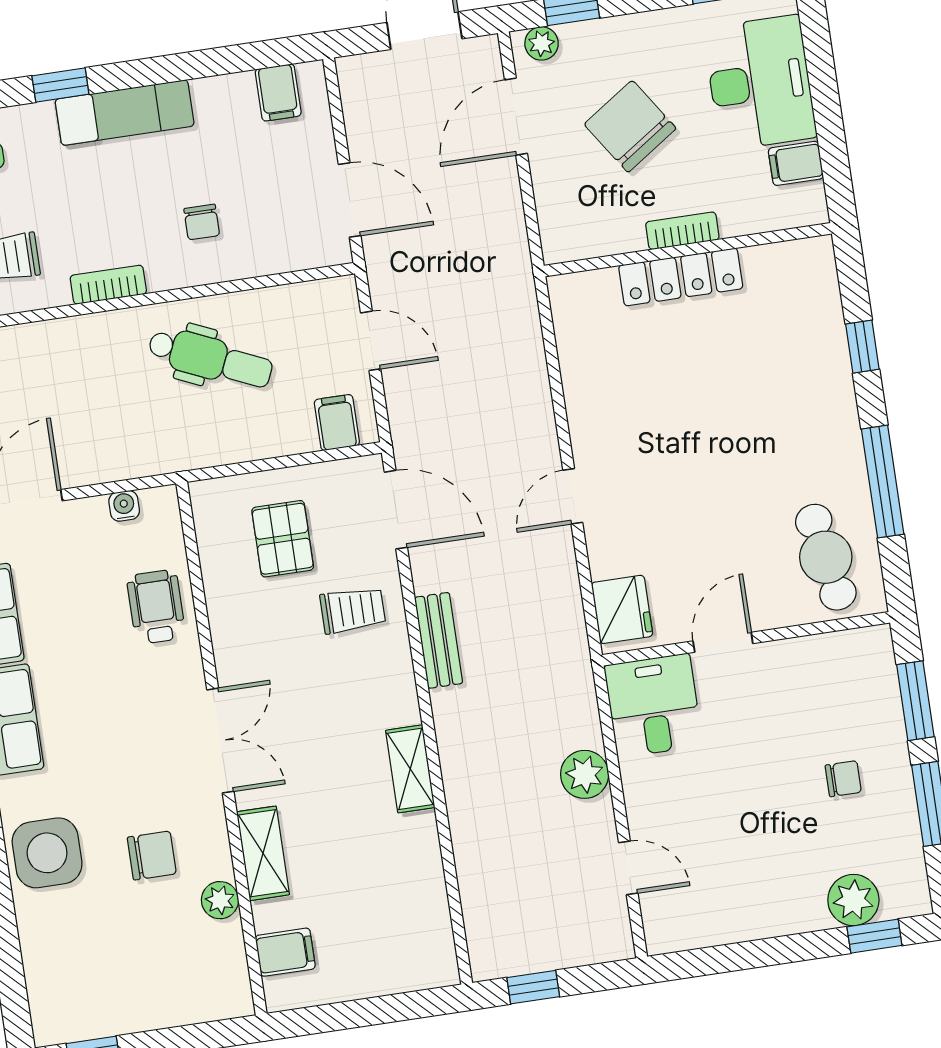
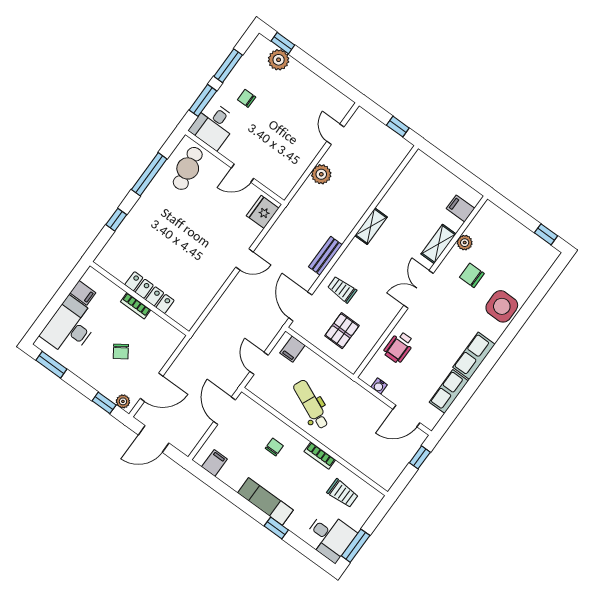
chair: (630, 126) -> (121, 351), width x0.54, depth x0.54
desk: (653, 706) -> (214, 126), moved

